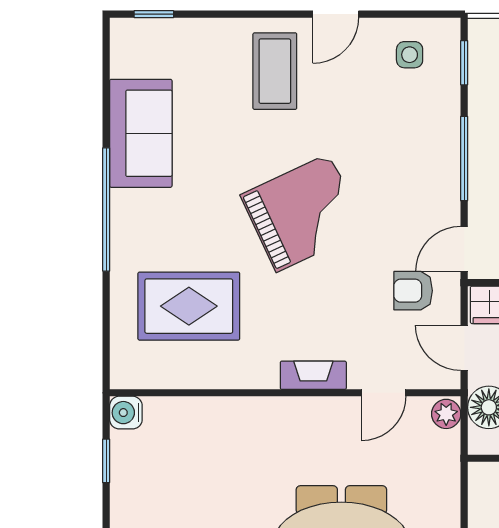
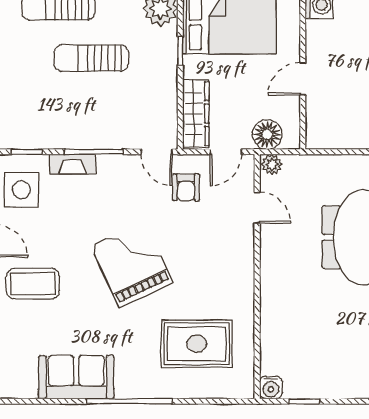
side table: (410, 55) -> (21, 190), width x1.87, depth x1.87
rug: (189, 306) -> (197, 344), turned 90
fireplace: (313, 375) -> (73, 164), moved, turned -90

